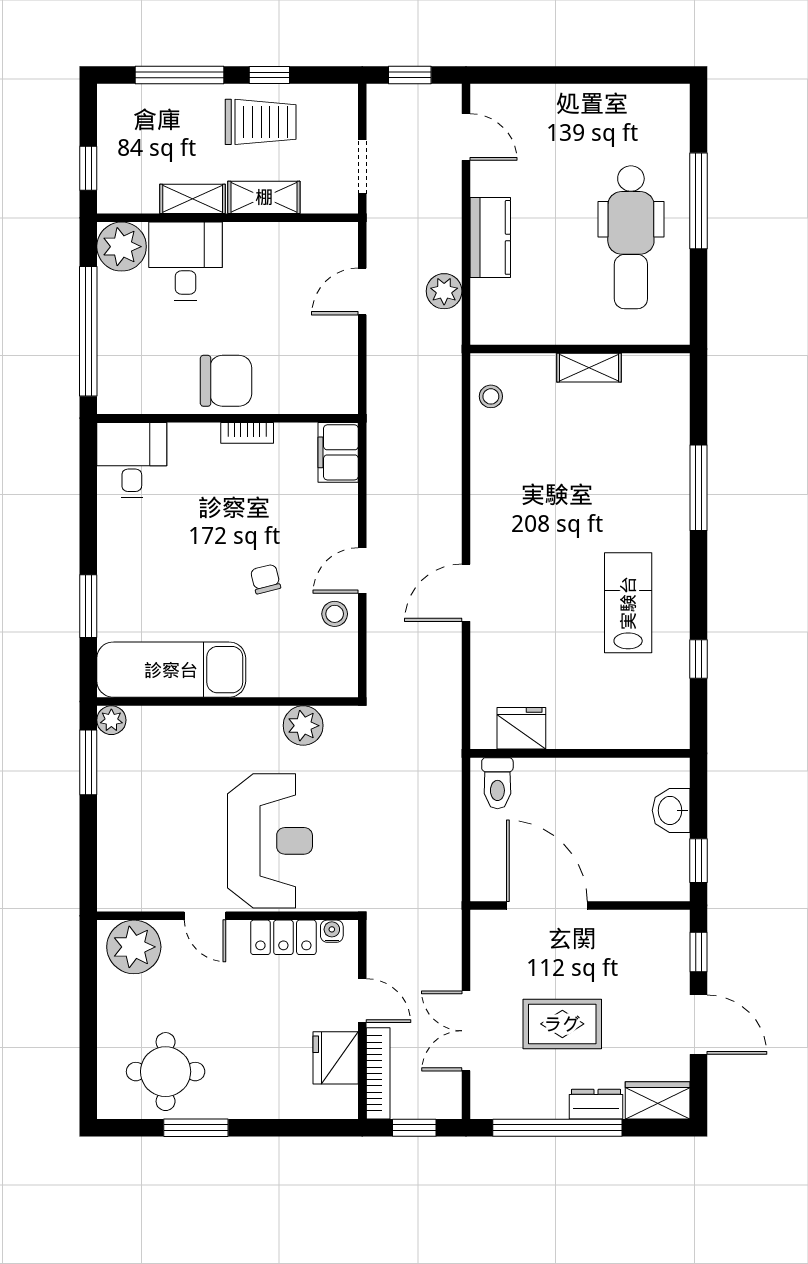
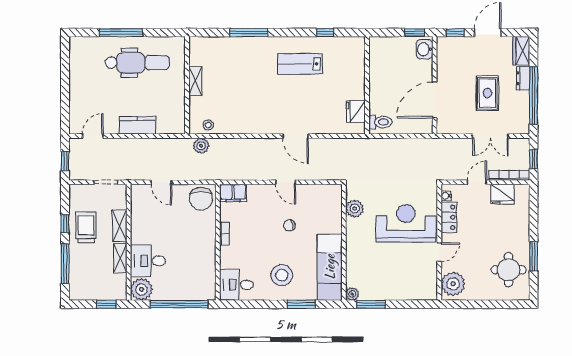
plant: (444, 291) -> (201, 146), moved
chair: (226, 381) -> (201, 199), moved, turned 180
stool: (335, 614) -> (282, 275), moved, width x1.89, depth x1.89
washbasin: (671, 810) -> (424, 49), moved, turned 90

